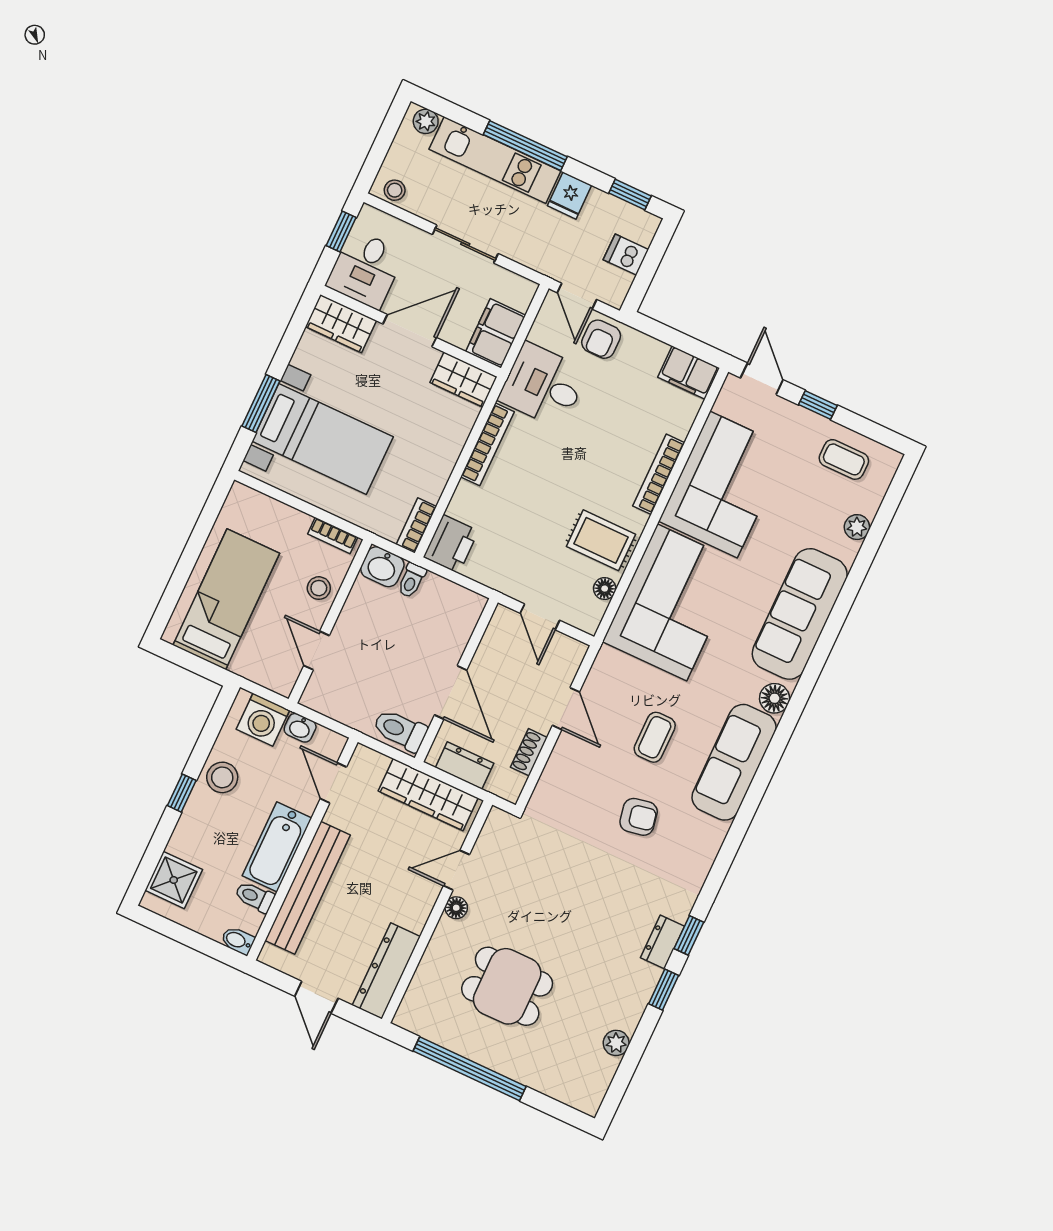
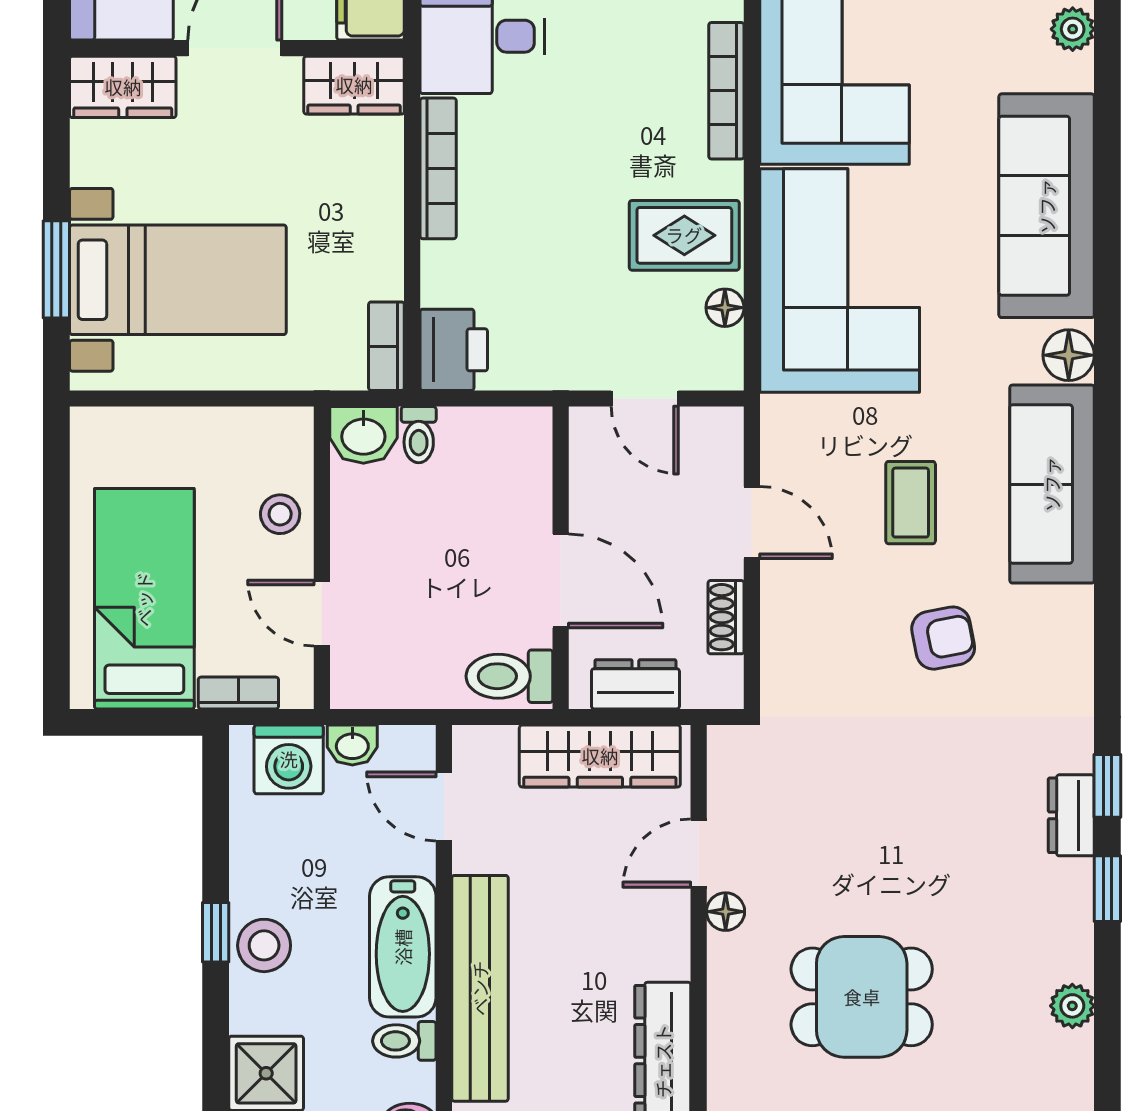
bookcase: (333, 536) -> (238, 693), moved, turned 180
stool: (222, 777) -> (264, 945), moved

